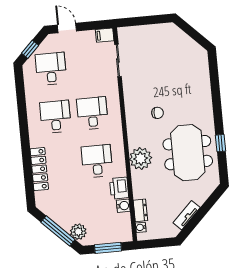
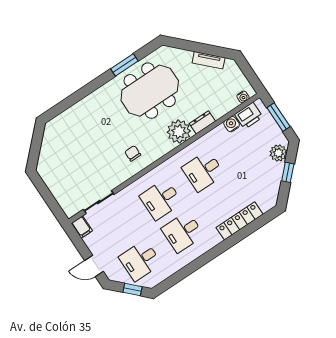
door: (67, 28) -> (94, 266), hinge flipped
chair: (158, 113) -> (133, 153), moved
window: (221, 143) -> (124, 65), width x1.50
printer: (119, 188) -> (249, 116), moved
dresser: (140, 210) -> (202, 122), moved
window: (58, 231) -> (288, 172), width x0.46

